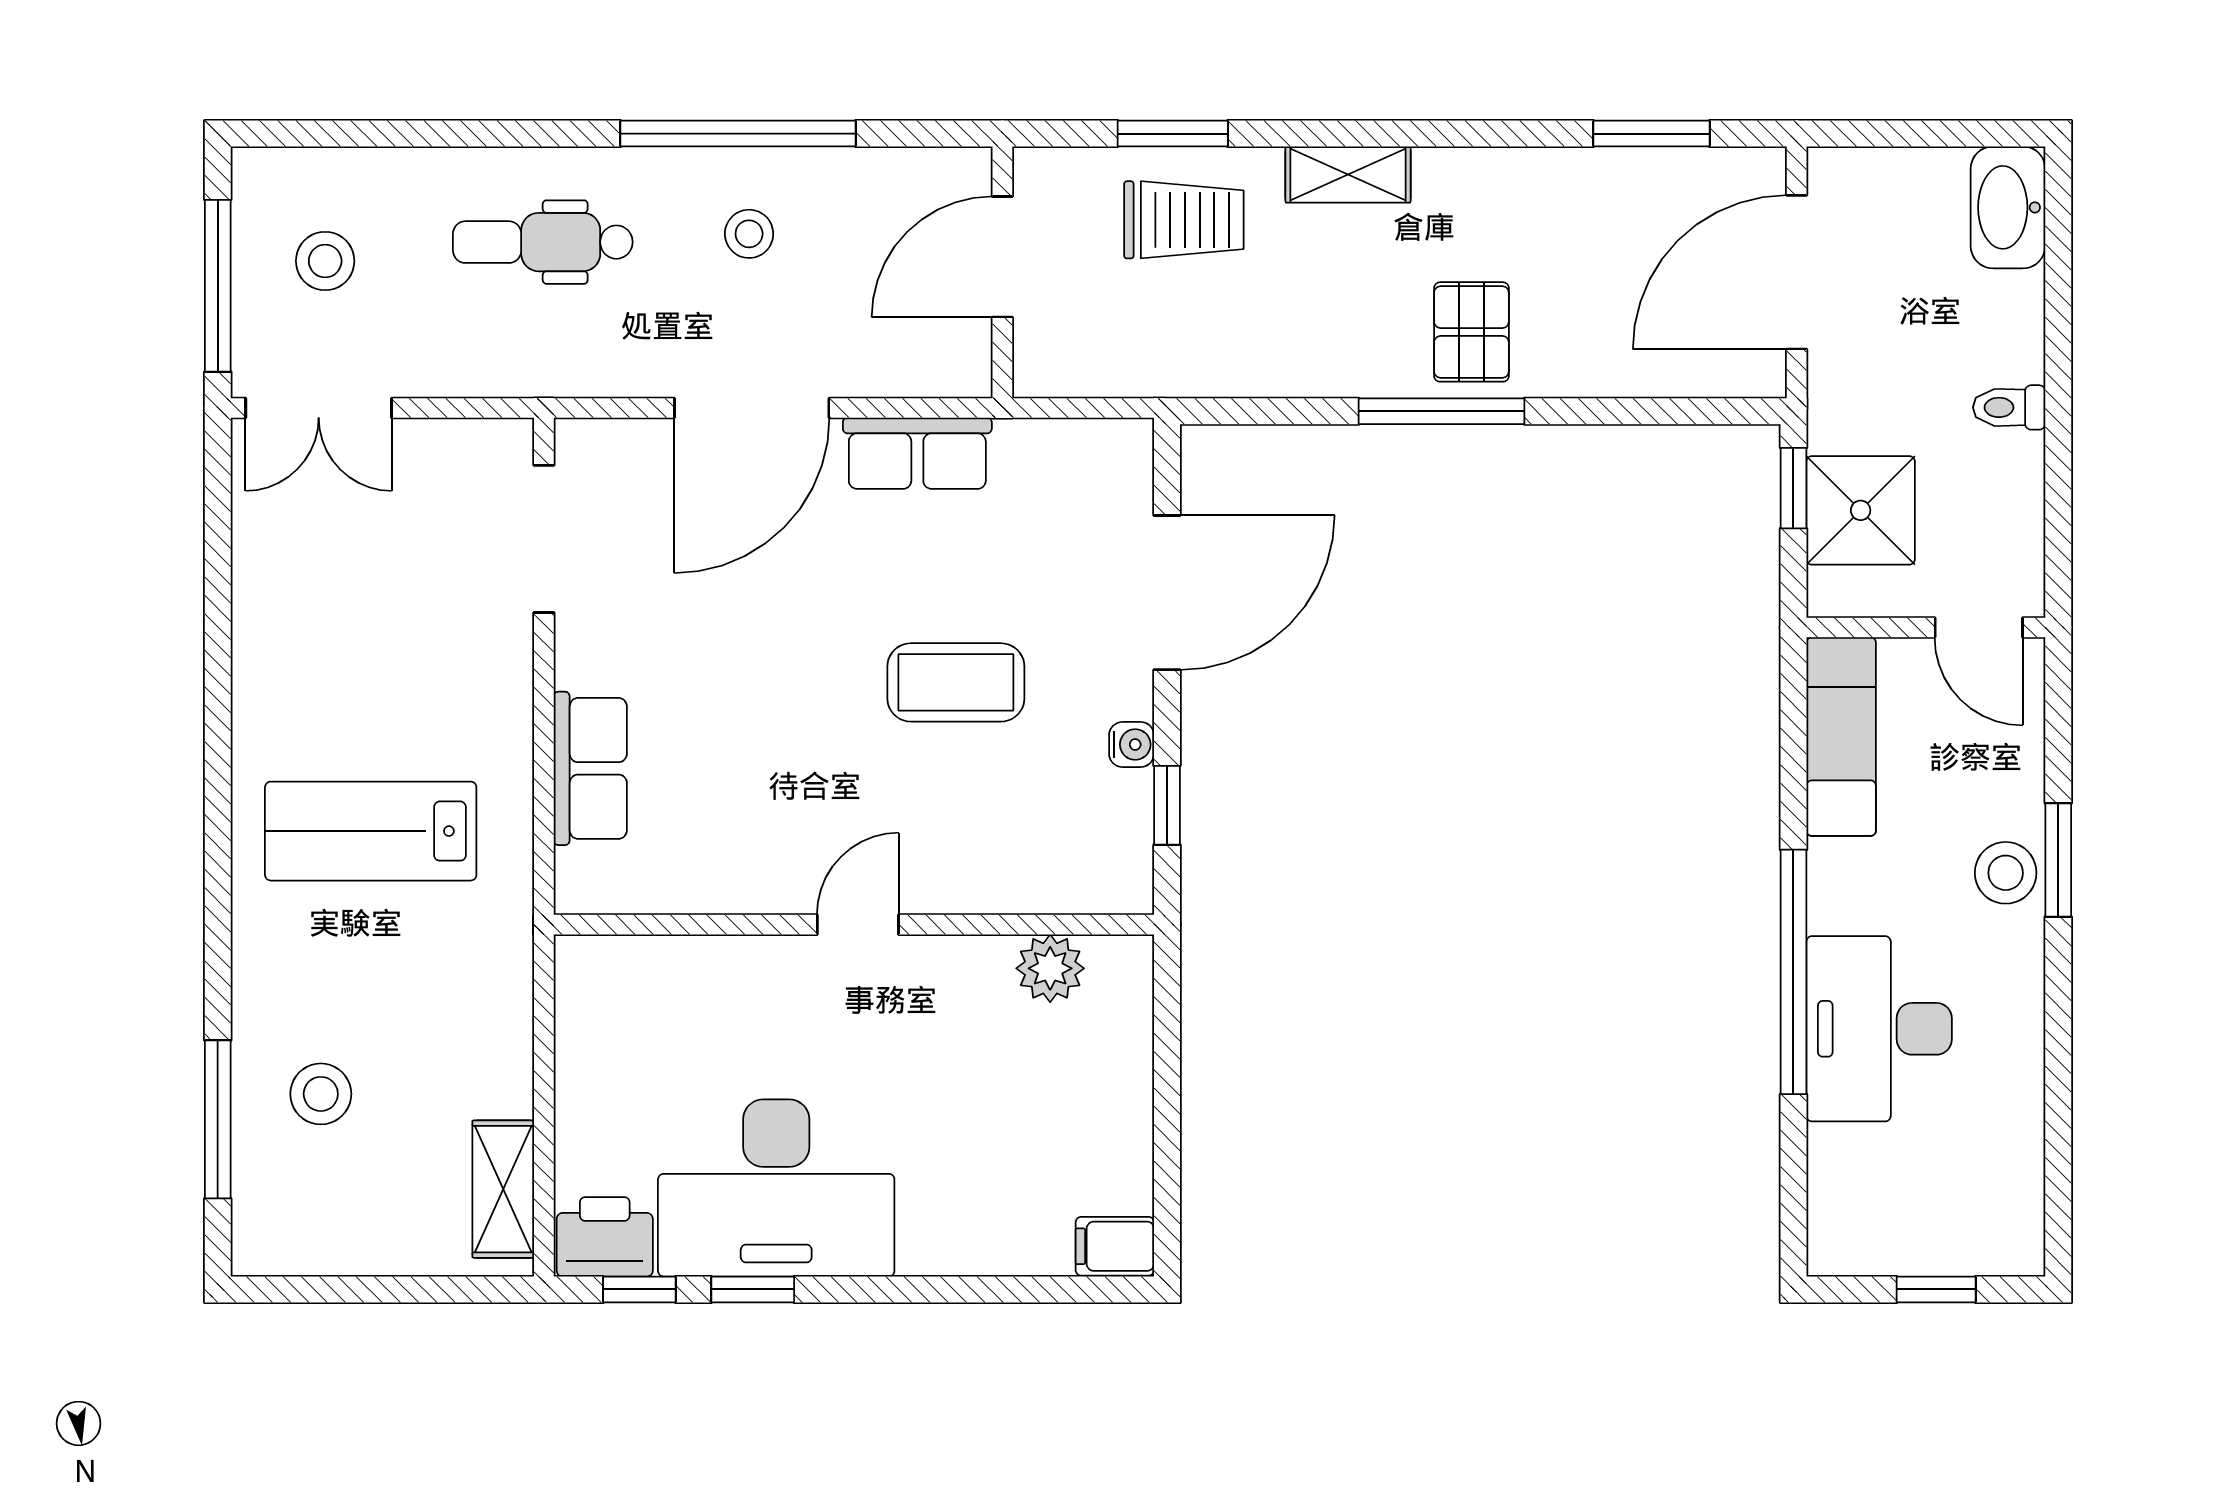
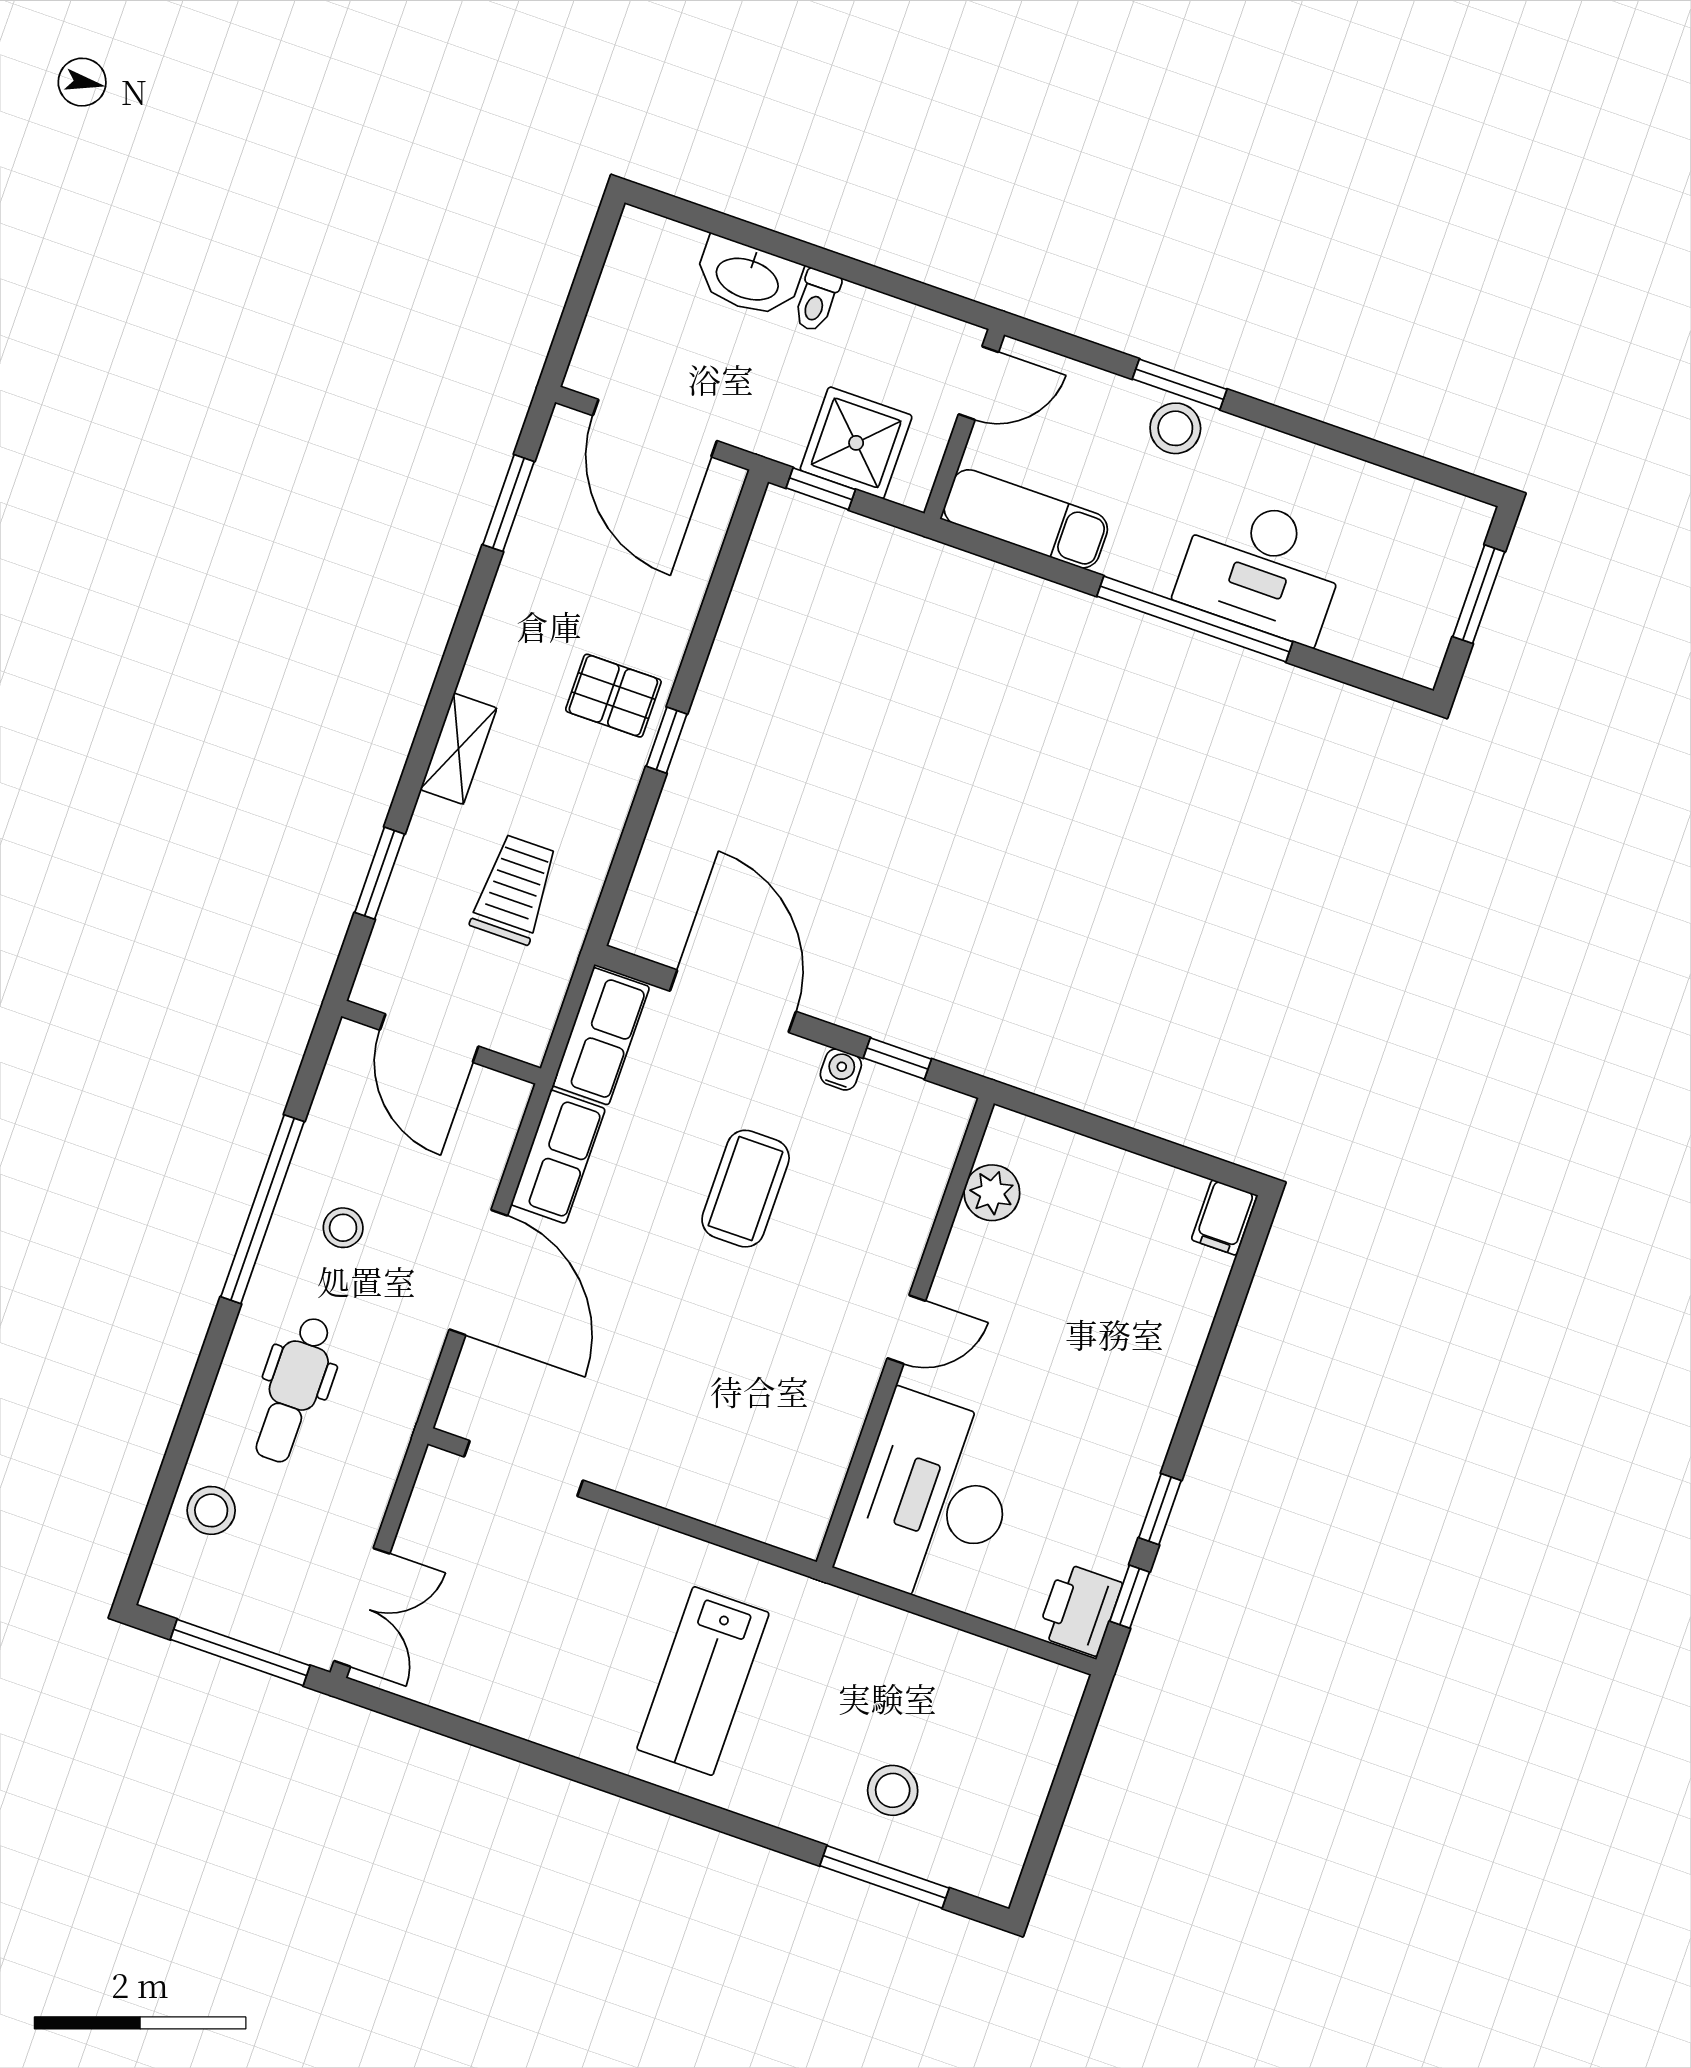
washbasin: (2008, 207) -> (748, 277), moved
trolley: (1184, 220) -> (514, 889), moved
stool: (325, 261) -> (211, 1510), moved
window: (1441, 411) -> (667, 740), width x0.46
row of seats: (590, 768) -> (601, 1036), moved, turned 90
door: (858, 925) -> (906, 1330), swing flipped
desk: (776, 1188) -> (932, 1500), moved, turned 180
shelving: (503, 1189) -> (1015, 1675), removed
window: (1936, 1289) -> (1479, 594), width x1.50

